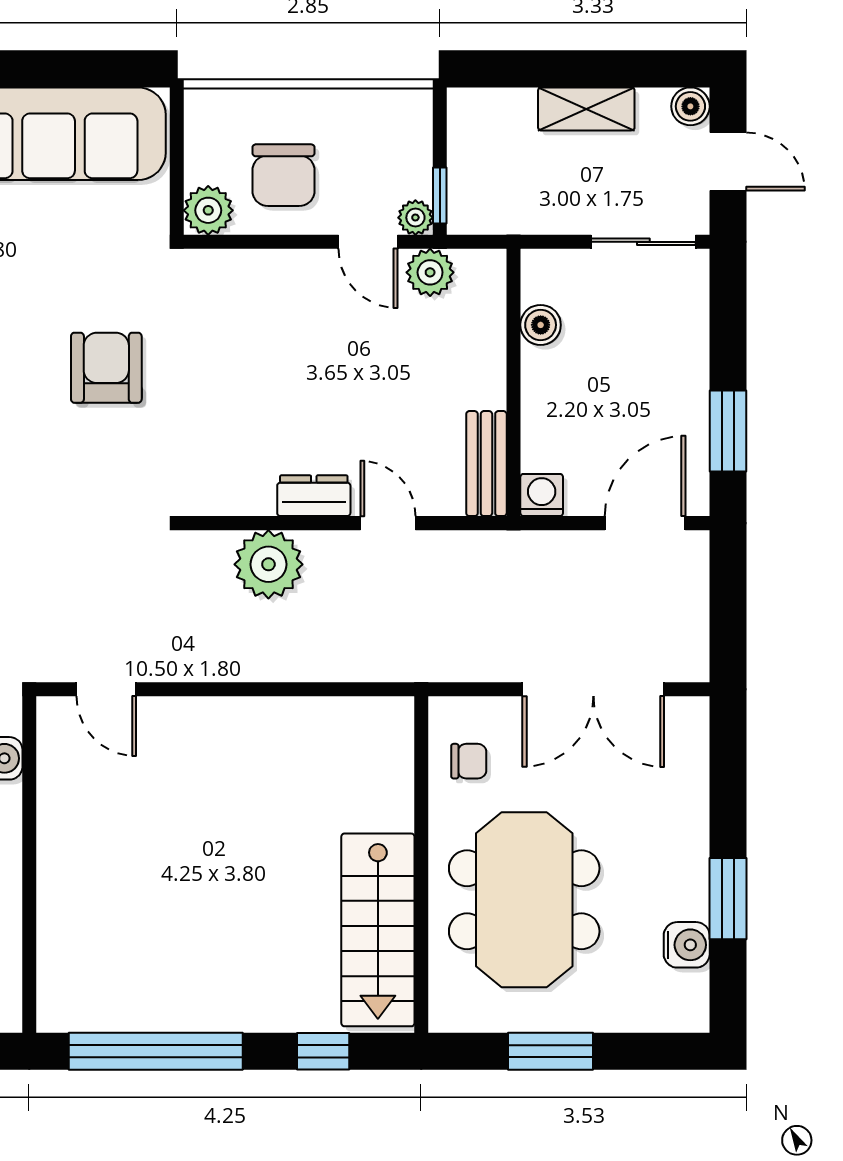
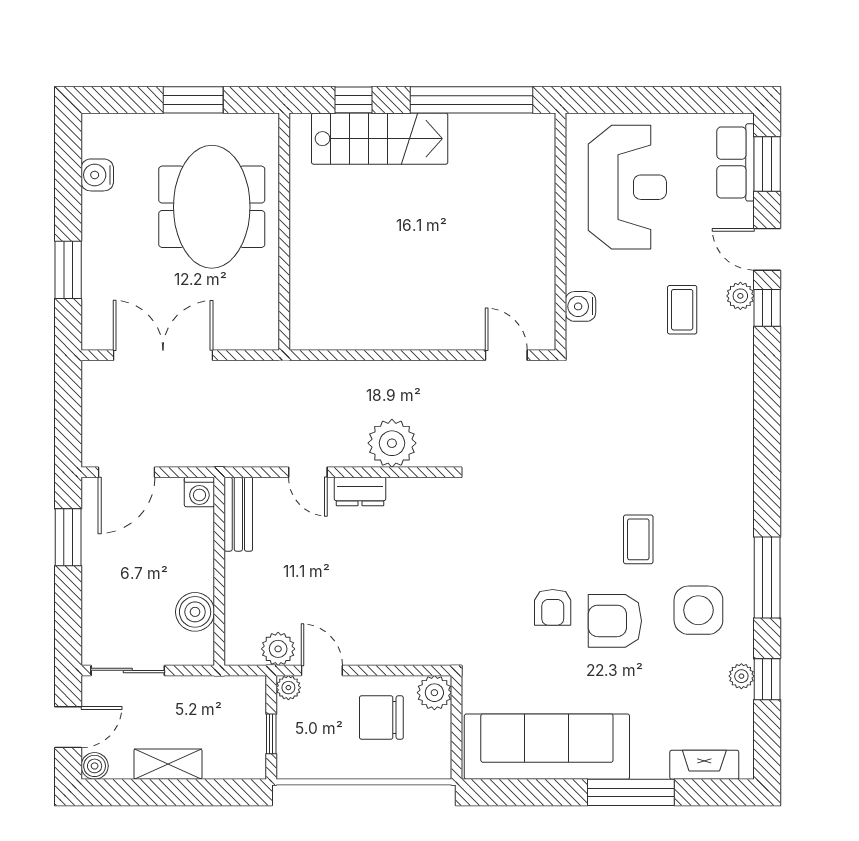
door: (728, 162) -> (68, 727), swing flipped
chair: (283, 175) -> (381, 718), turned -90
window: (440, 195) -> (271, 734), moved
boiler: (541, 325) -> (195, 612), width x1.36, depth x1.36
armchair: (106, 368) -> (553, 607), moved, width x0.72, depth x0.72
chair: (469, 761) -> (251, 304), removed
window: (728, 899) -> (68, 270), moved
stairs: (378, 930) -> (380, 139), moved, turned 90

